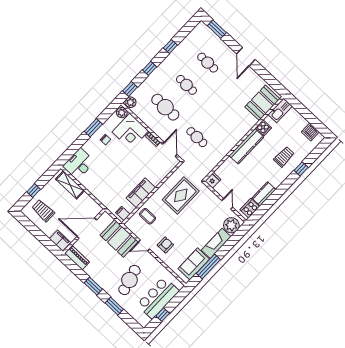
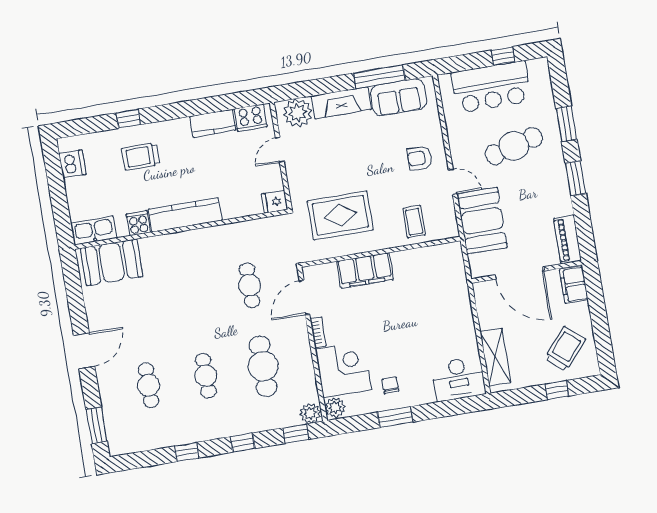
filing cabinet: (141, 193) -> (365, 270), moved
trolley: (43, 211) -> (565, 349), turned -140
filing cabinet: (123, 213) -> (448, 254), removed

